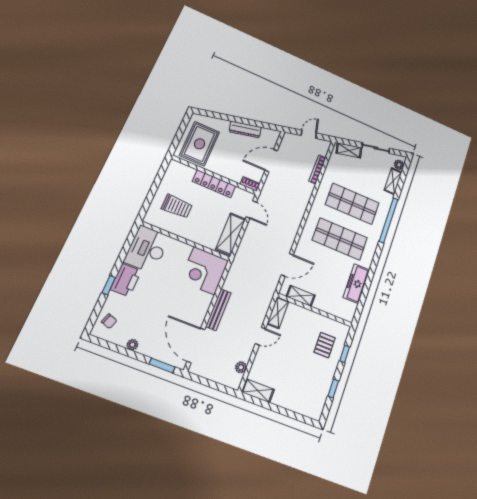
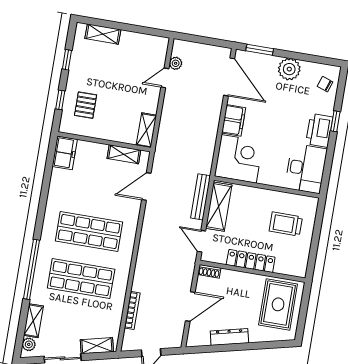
freezer: (356, 284) -> (65, 153), moved, width x0.71
filing cabinet: (201, 305) -> (234, 120), added
bench: (218, 310) -> (201, 197), moved
door: (260, 336) -> (165, 78), moved
plant: (132, 345) -> (289, 69), width x1.88, depth x1.88
shelving: (258, 391) -> (103, 34), moved

